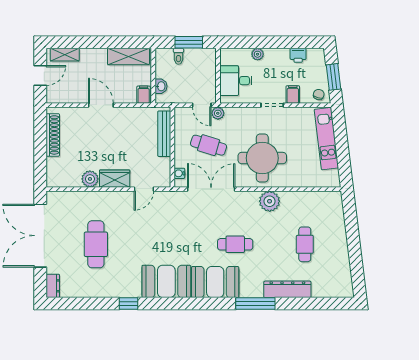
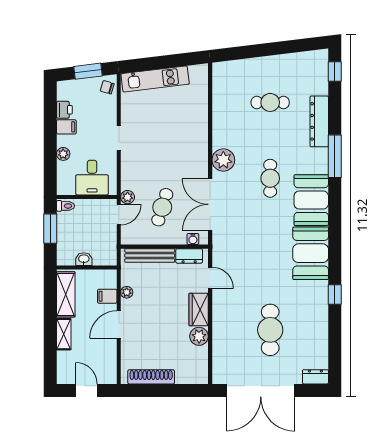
shelving: (65, 55) -> (64, 334), moved
toilet: (178, 56) -> (66, 206), moved
washbasin: (161, 86) -> (84, 259), moved
filing cabinet: (144, 95) -> (107, 296), moved
filing cabinet: (293, 95) -> (66, 127), moved, turned 180
plant: (130, 113) -> (127, 292), added
round table: (262, 158) -> (176, 149), removed
dresser: (164, 170) -> (189, 256), added
plant: (270, 201) -> (223, 160), moved
cafe table: (96, 244) -> (270, 330), turned 90
window: (333, 304) -> (335, 72), added

